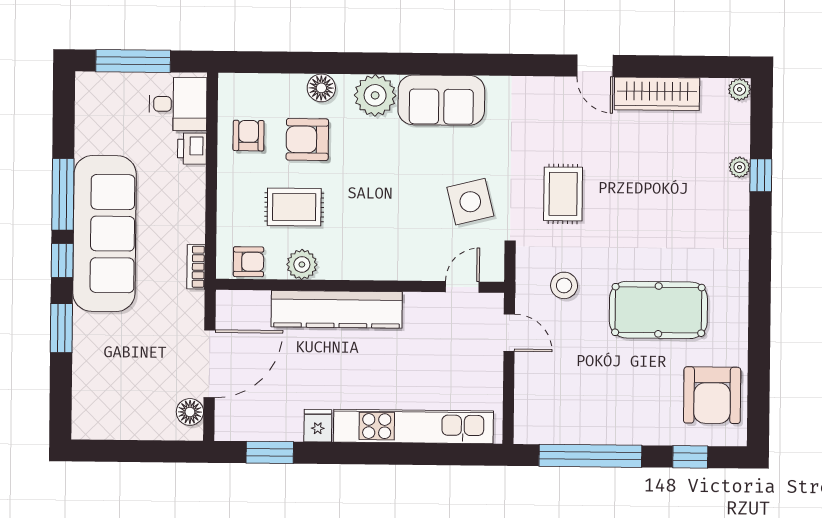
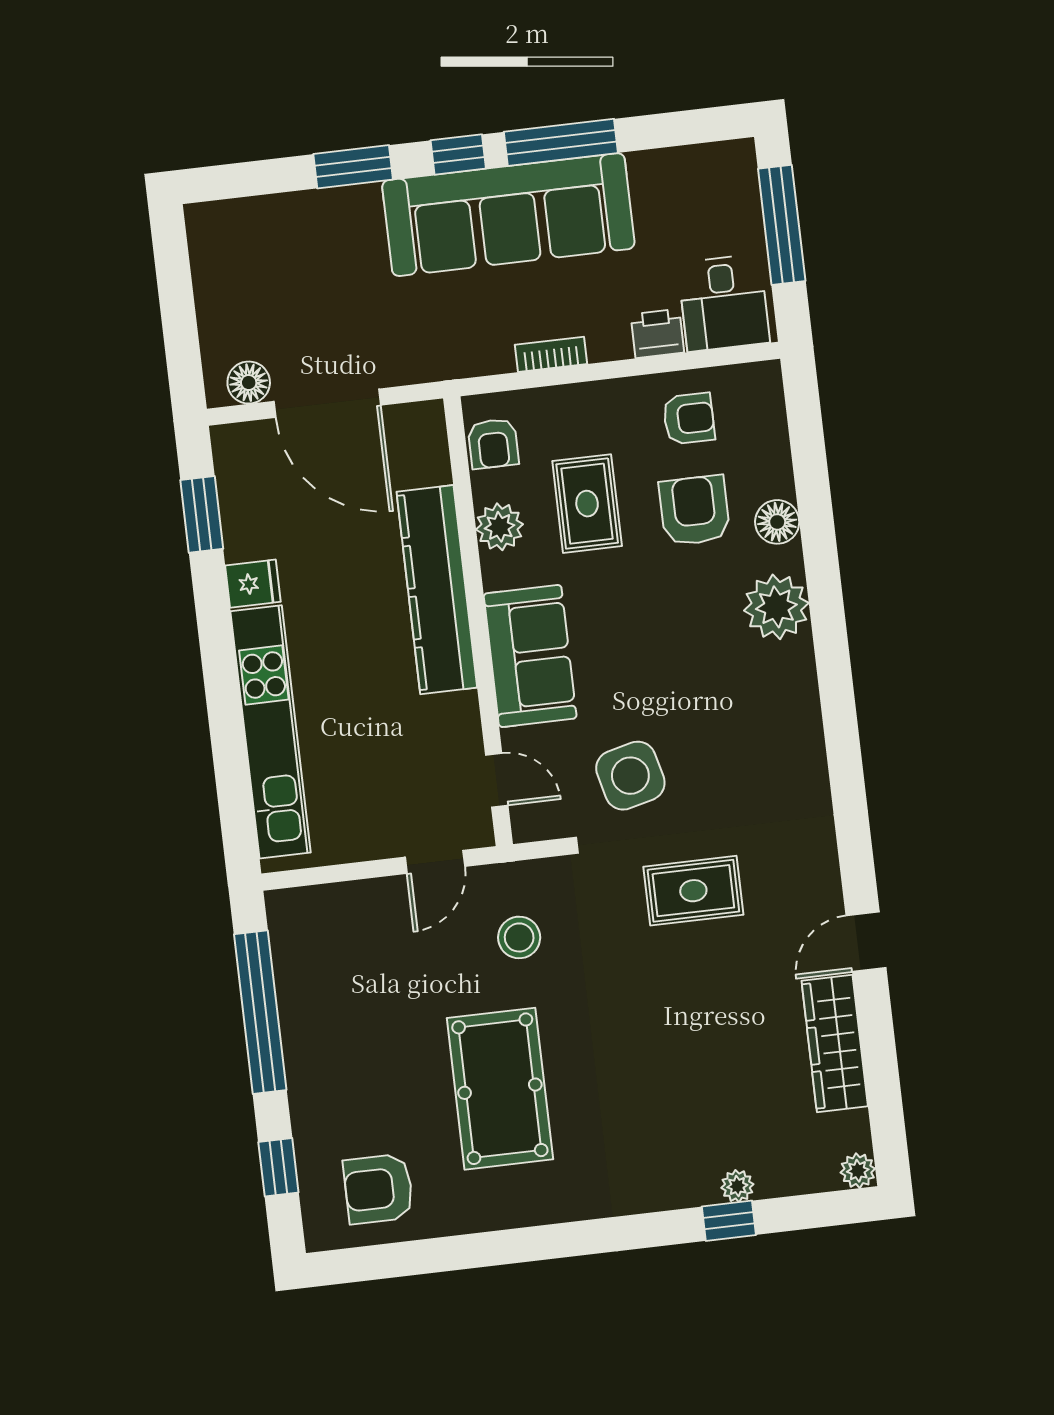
sofa: (441, 100) -> (530, 656), moved, turned 180
rug: (563, 194) -> (693, 891), moved
bookcase: (196, 267) -> (551, 354), moved
armchair: (712, 395) -> (378, 1189), width x0.73, depth x0.73

